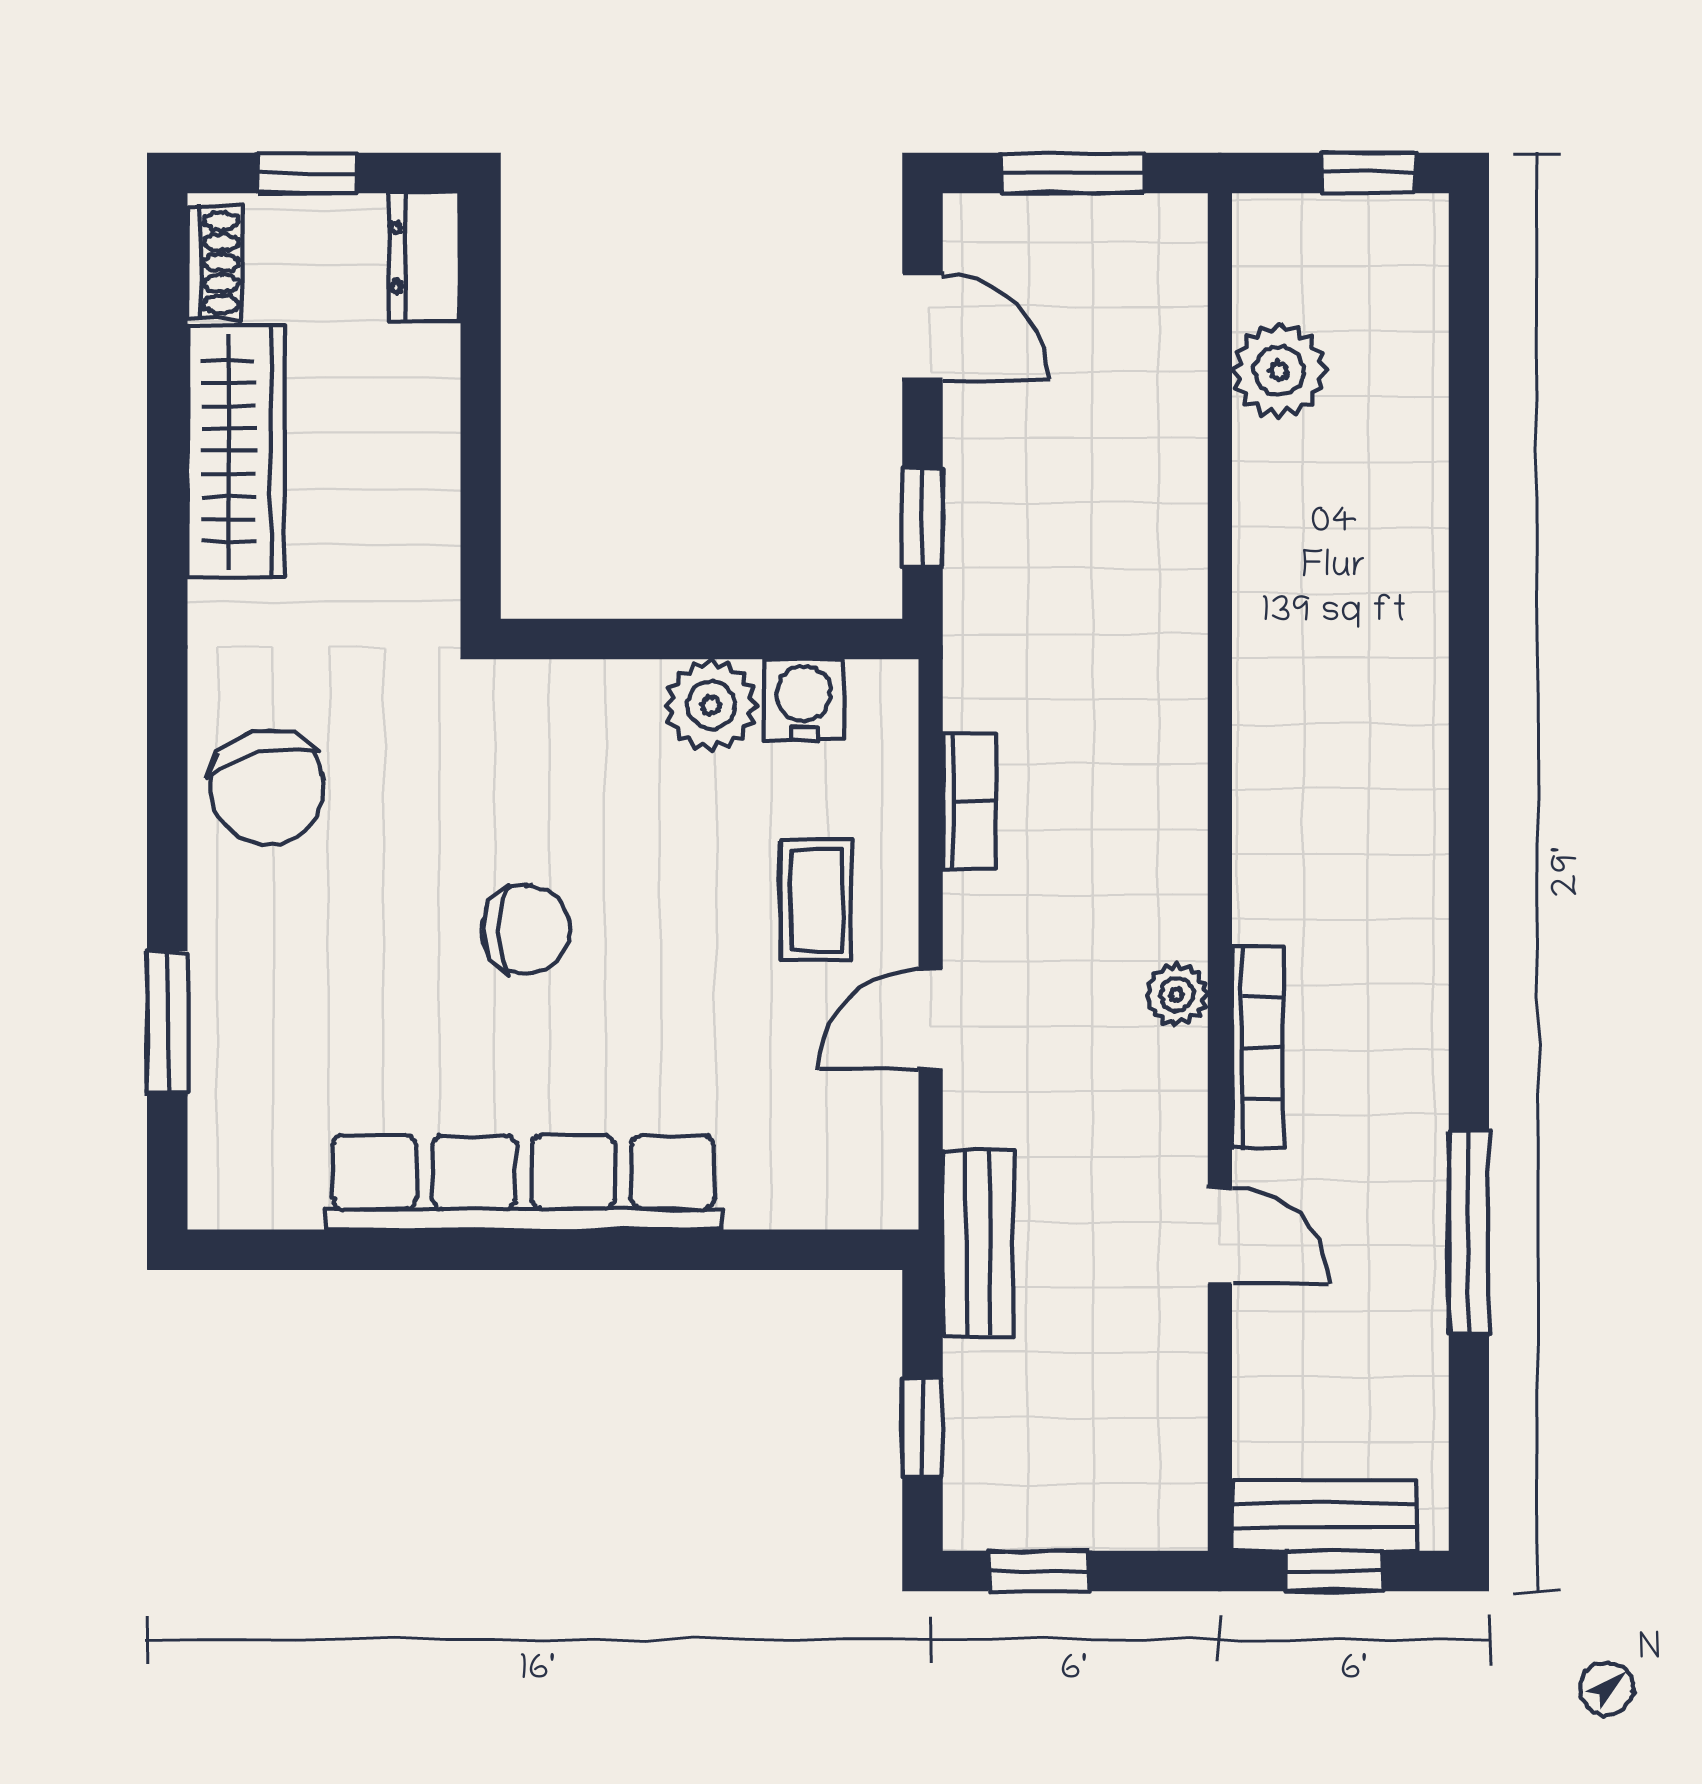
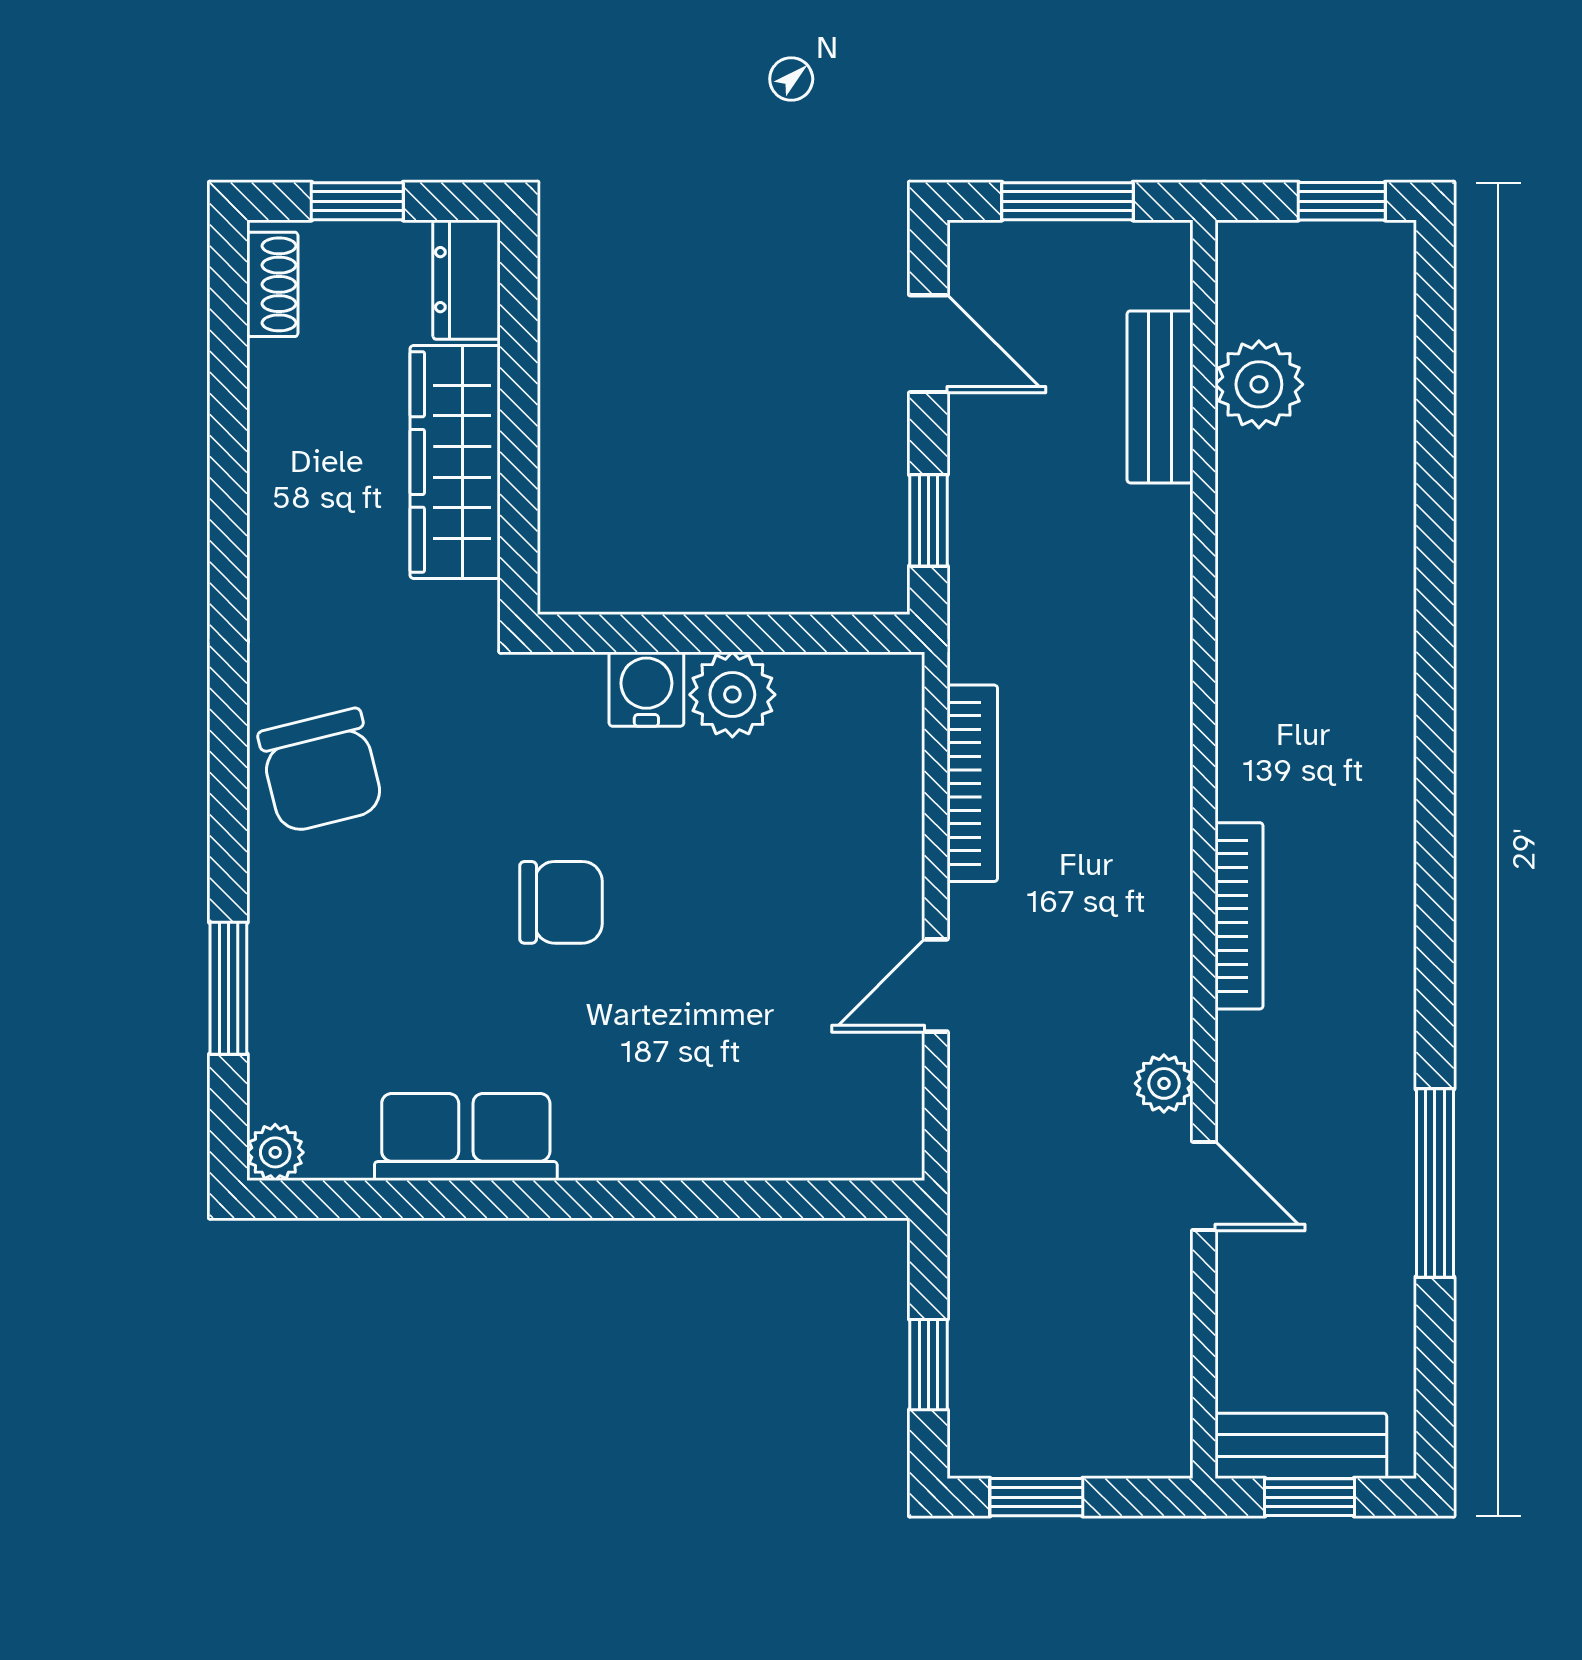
wardrobe: (236, 451) -> (455, 462), moved, turned 180
water cooler: (804, 699) -> (646, 689), moved
bookcase: (970, 801) -> (972, 783), width x1.56
coffee table: (816, 900) -> (830, 875), removed
plant: (1177, 995) -> (1164, 1083), moved
bookcase: (1258, 1048) -> (1239, 916), moved
row of seats: (524, 1182) -> (466, 1137), width x0.50
plant: (218, 1199) -> (275, 1152), added
bench: (978, 1243) -> (1160, 397), moved

